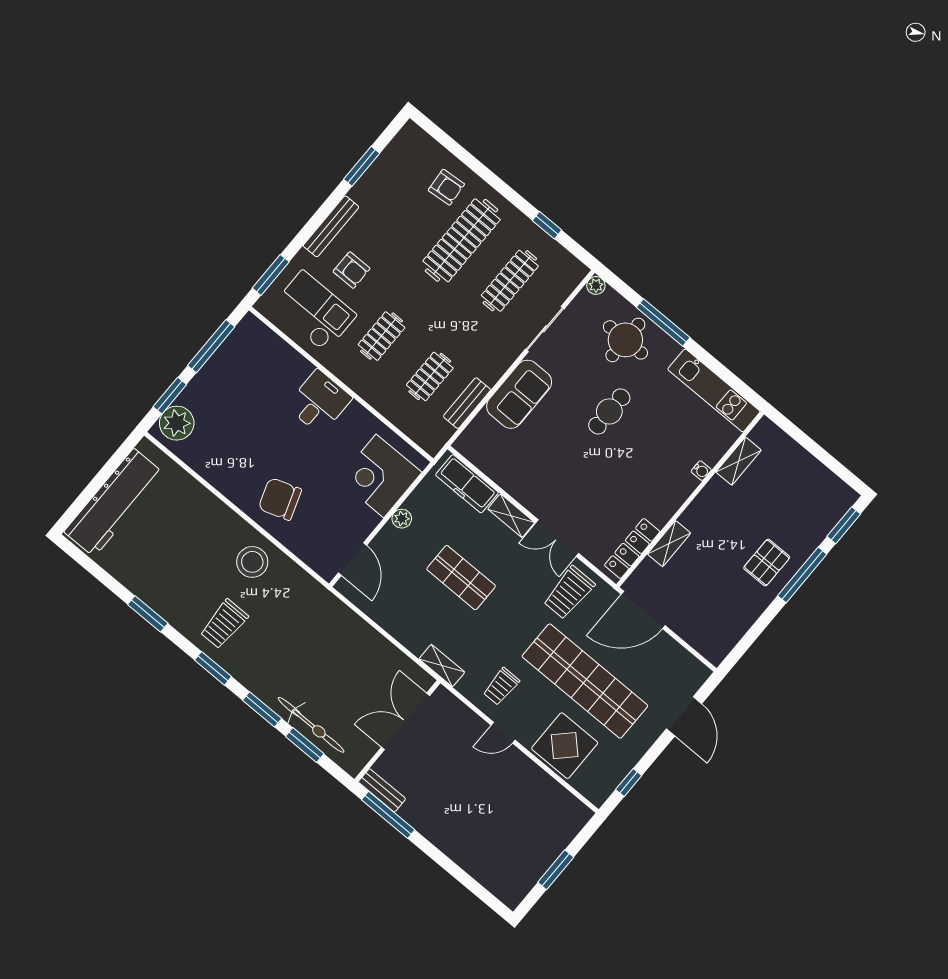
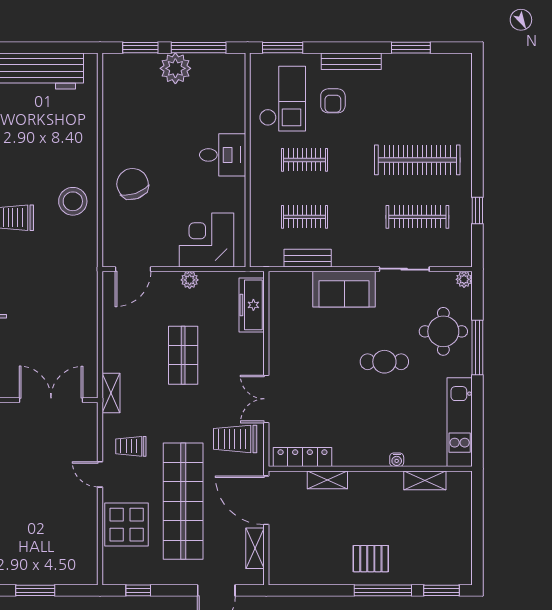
armchair: (446, 187) -> (445, 119), removed
plant: (177, 423) -> (175, 68), moved
shelving: (511, 516) -> (255, 548), moved

